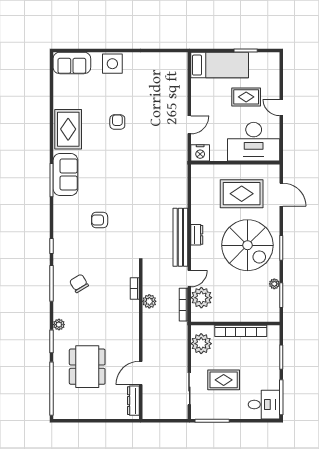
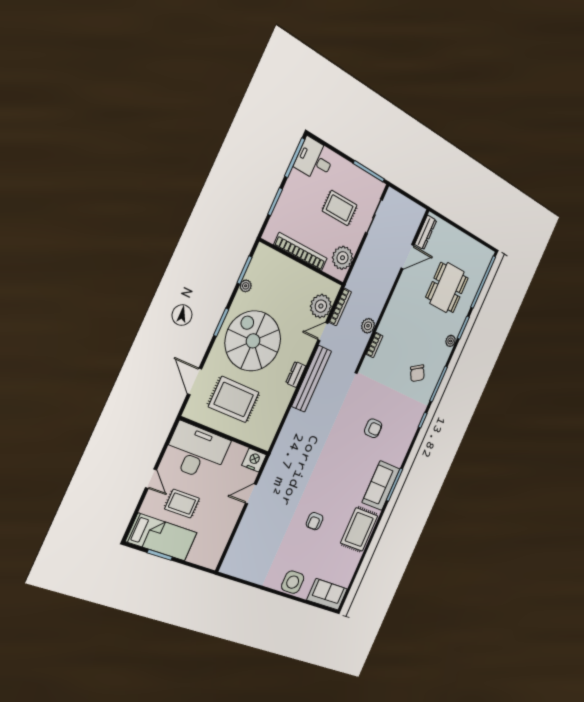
bed: (220, 65) -> (162, 537), moved, turned 180

